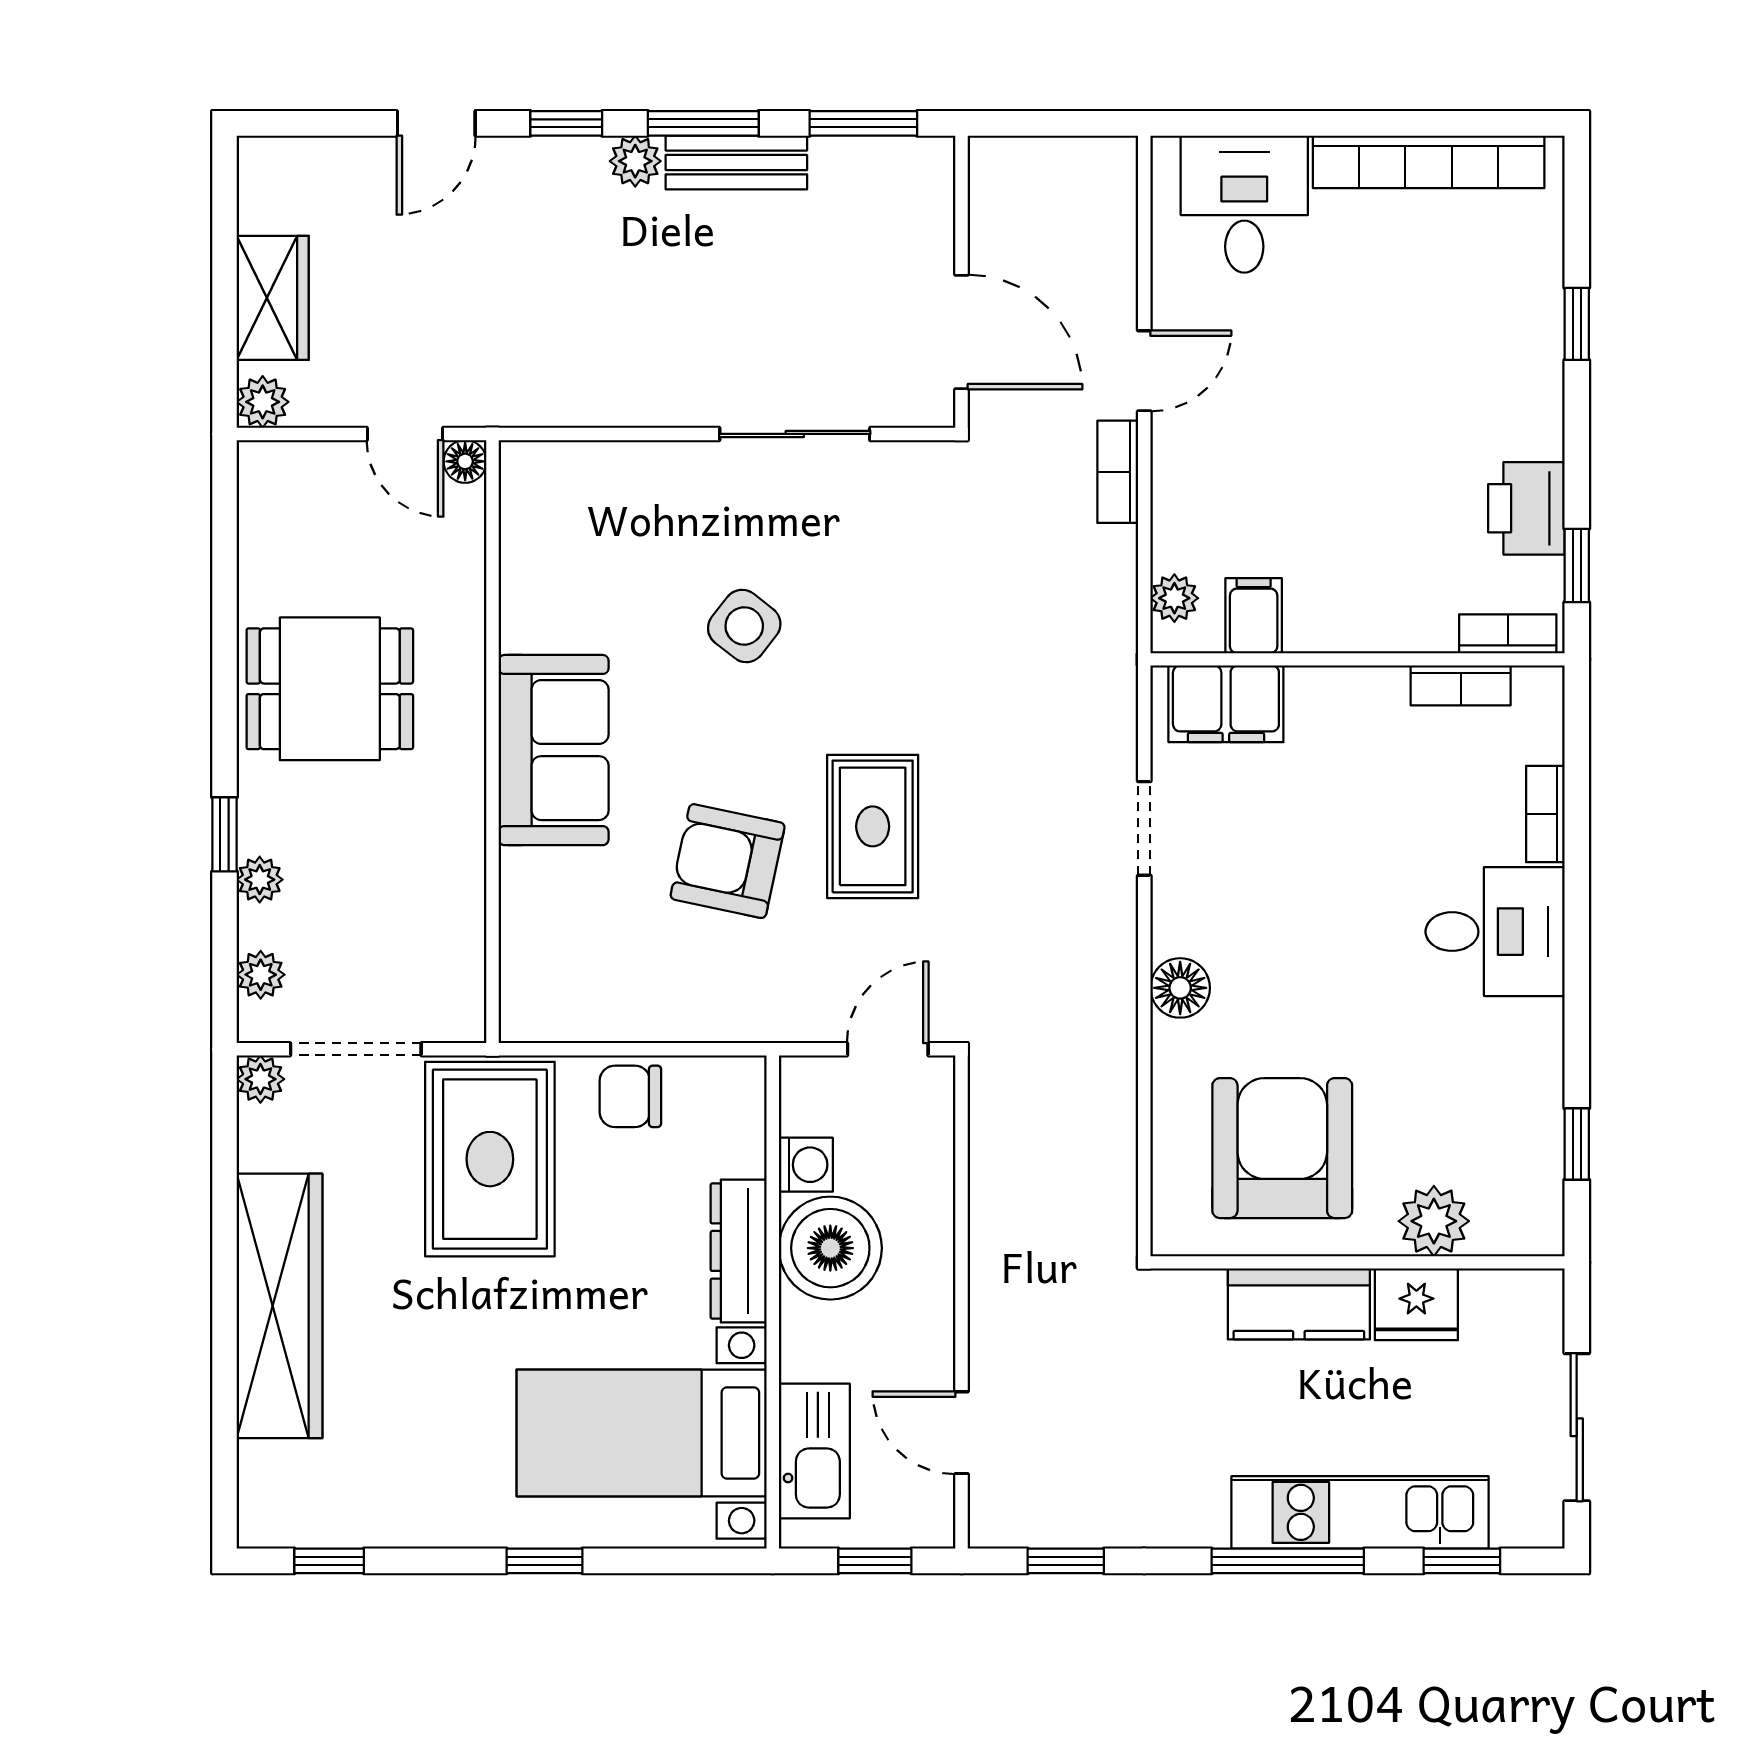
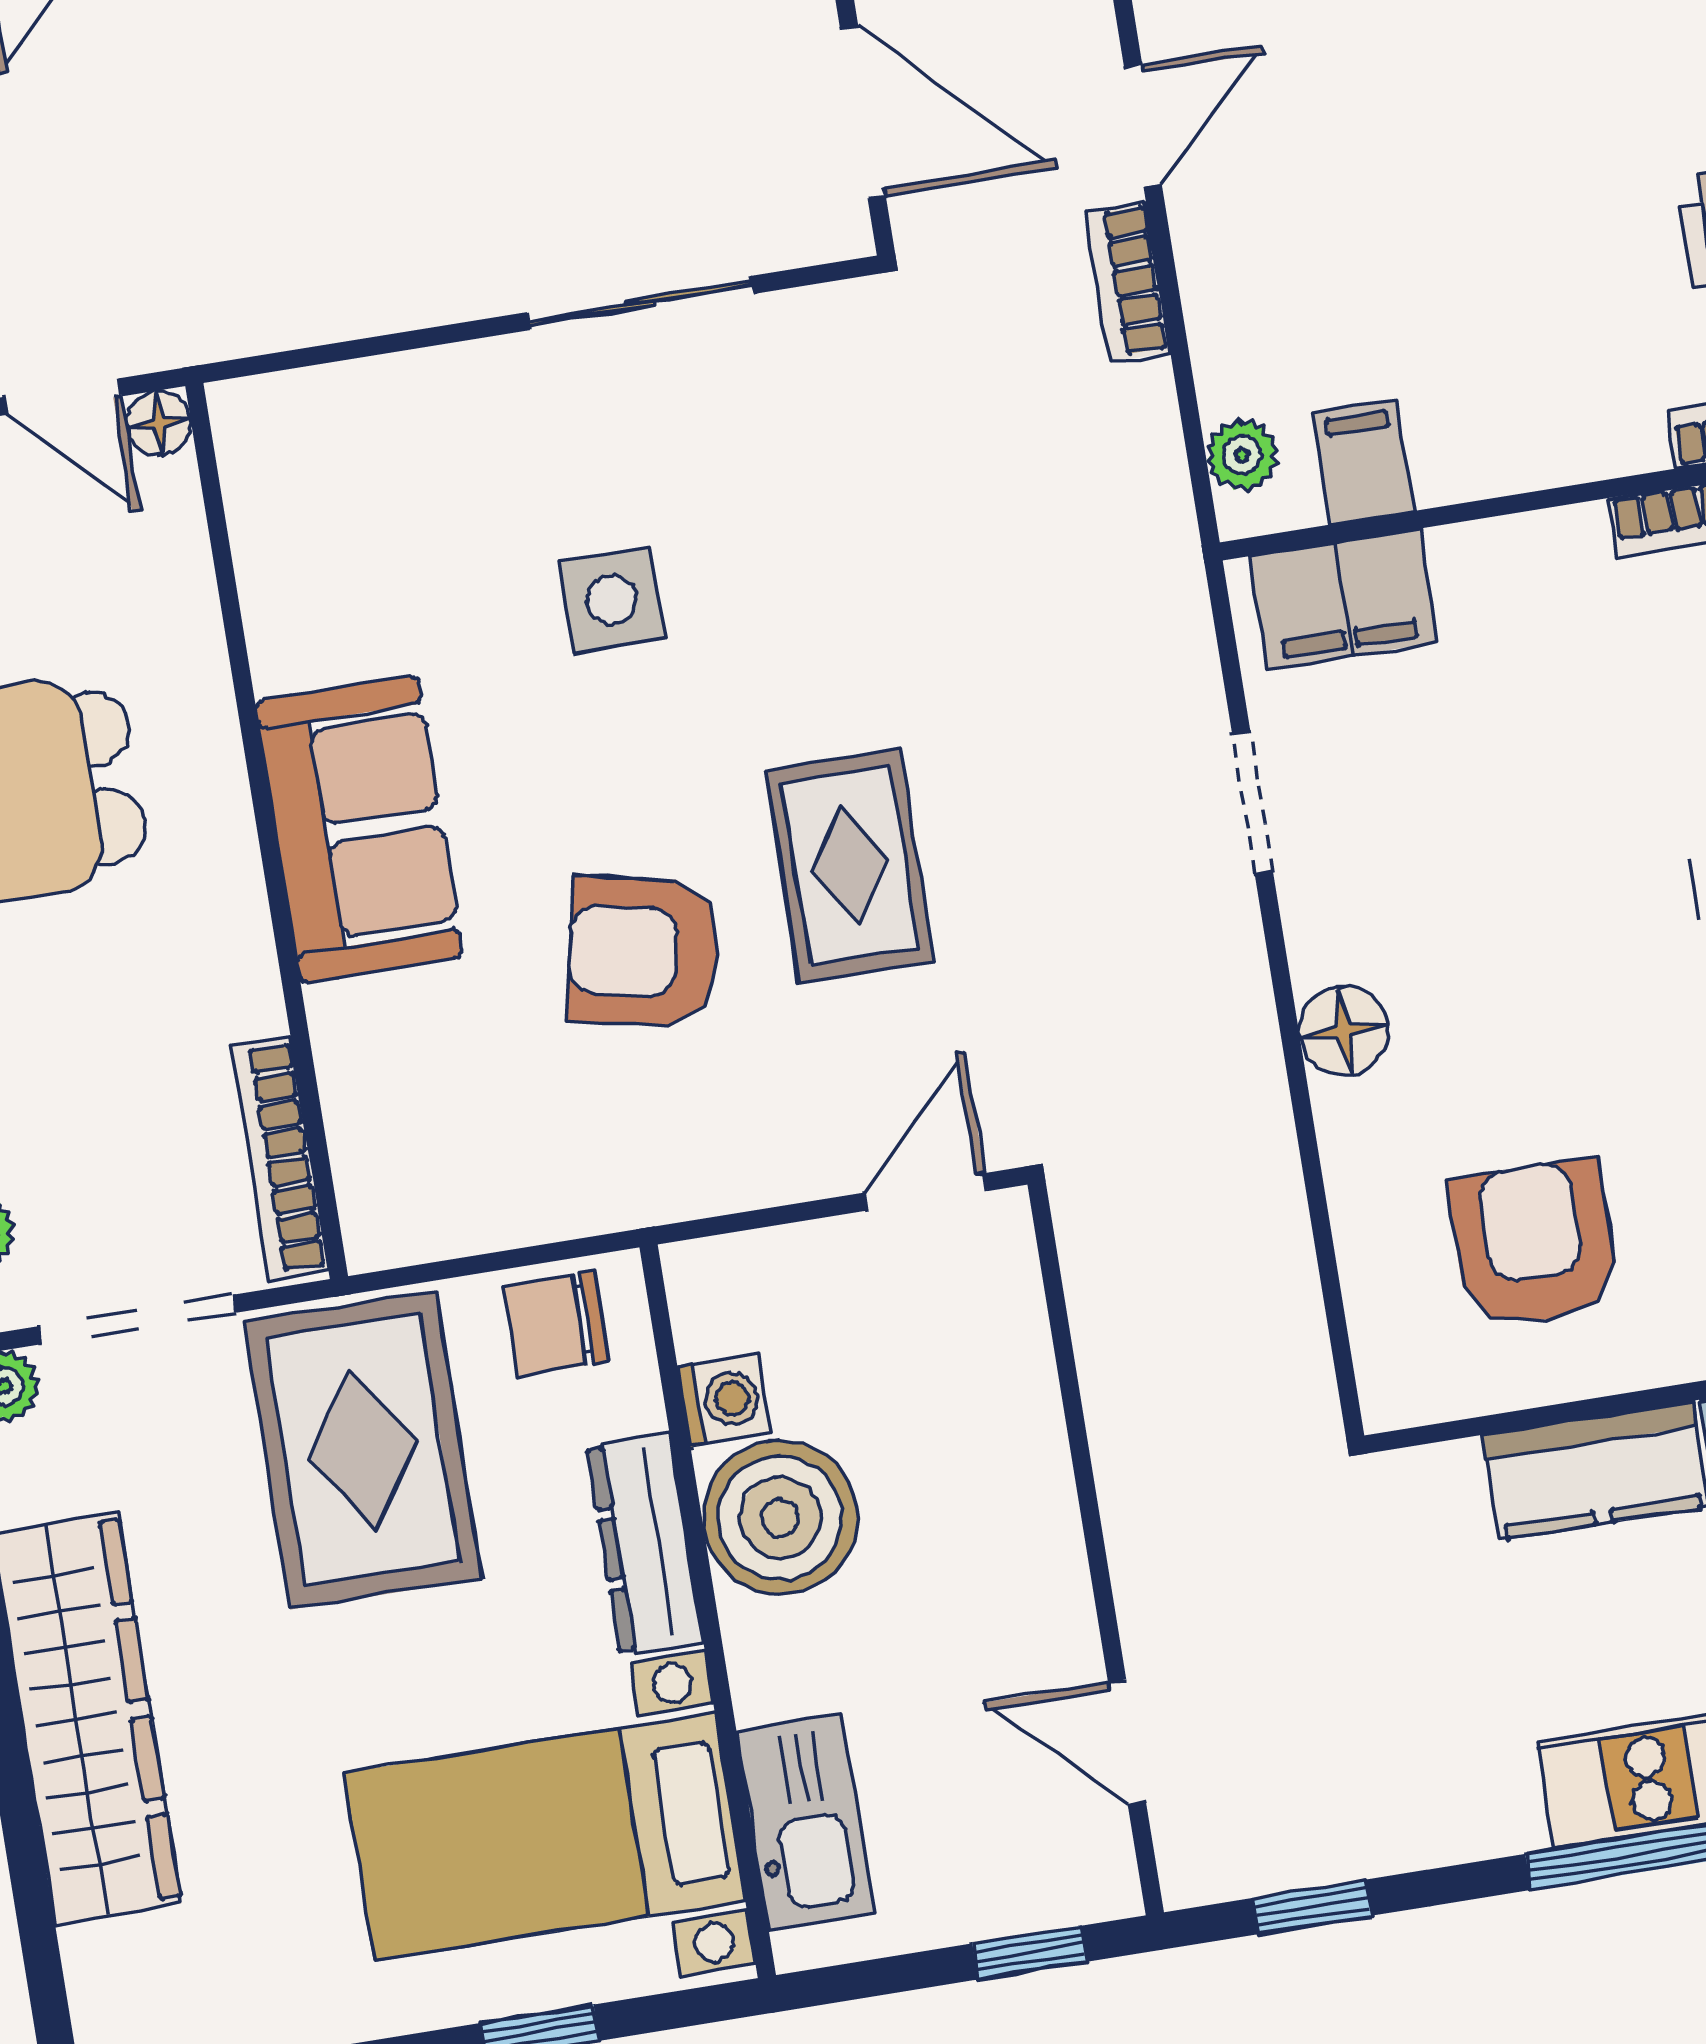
side table: (744, 626) -> (612, 600), turned -38
bookcase: (466, 958) -> (280, 1158), added
armchair: (1282, 1148) -> (1534, 1244), width x0.73, depth x0.73
washing machine: (806, 1165) -> (724, 1400), moved
boiler: (830, 1248) -> (780, 1518), moved
dresser: (739, 1251) -> (645, 1544), moved
wall: (773, 1302) -> (708, 1611), moved
bed with nightstands: (642, 1433) -> (545, 1837), moved
kitchen sink: (814, 1451) -> (805, 1822), moved

